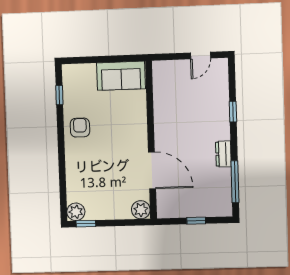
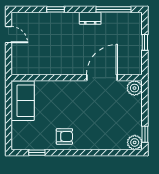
armchair: (80, 128) -> (64, 136), turned 180

